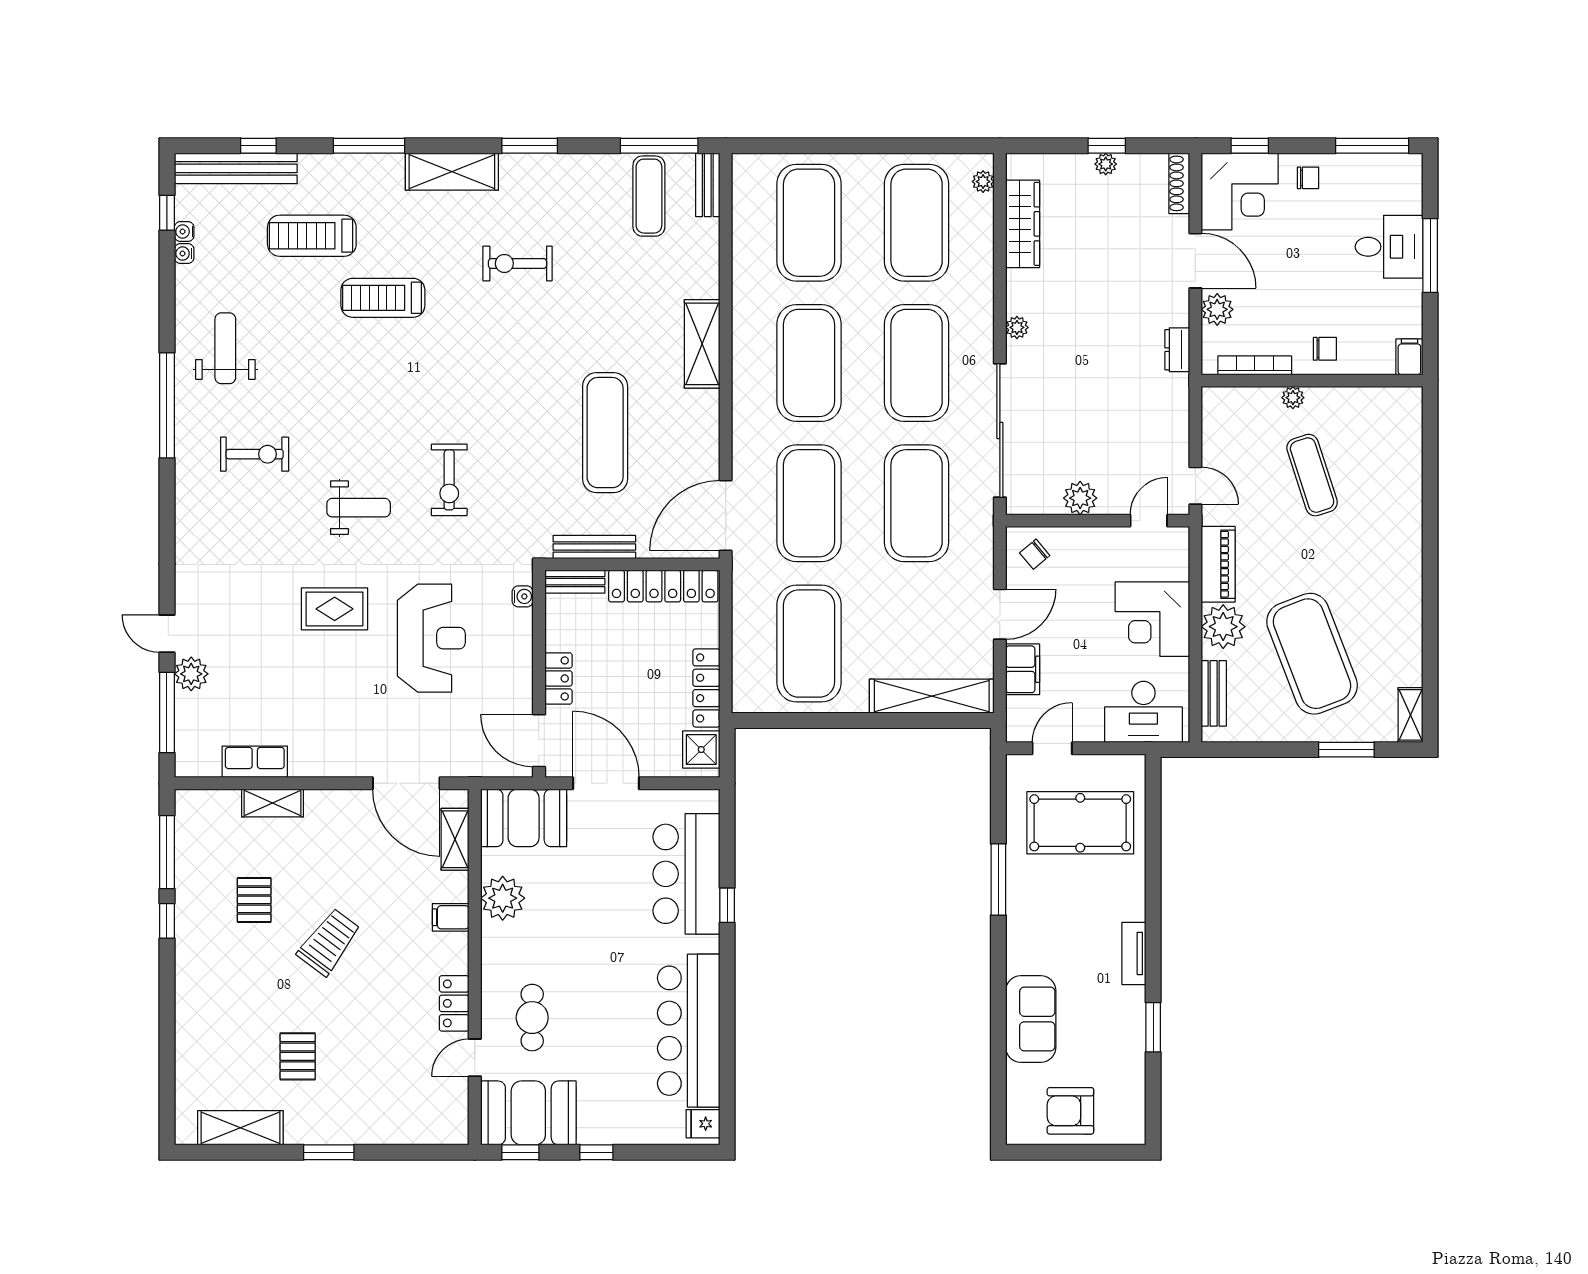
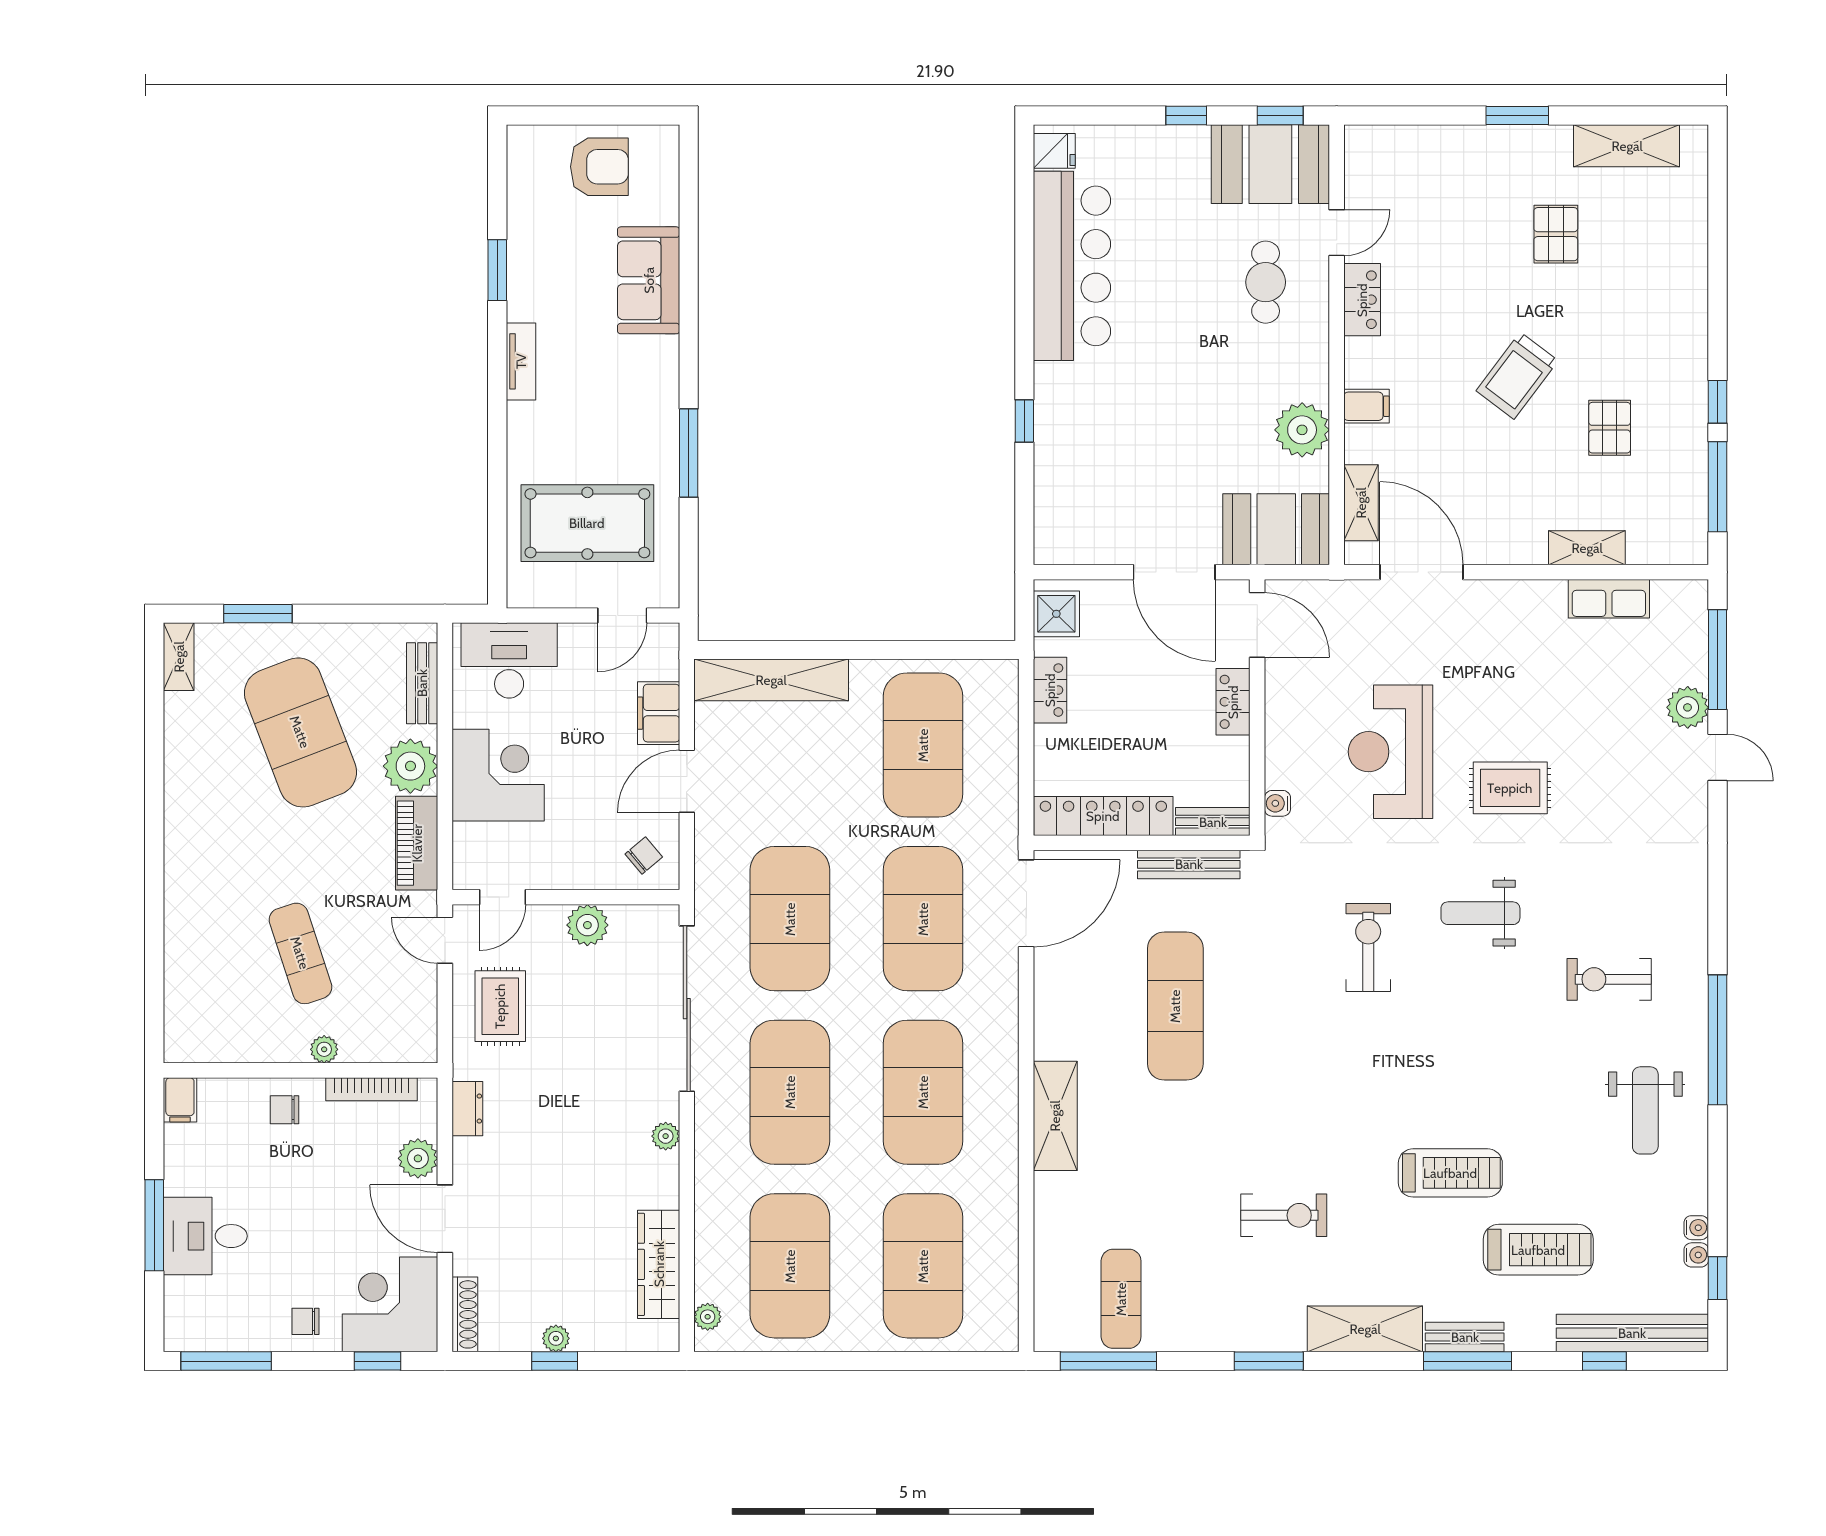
bench: (708, 185) -> (1465, 1337), moved, turned 90
rug: (1151, 432) -> (500, 1006), added
locker: (706, 688) -> (1050, 690), width x0.66
bar counter: (686, 874) -> (1075, 460), removed

